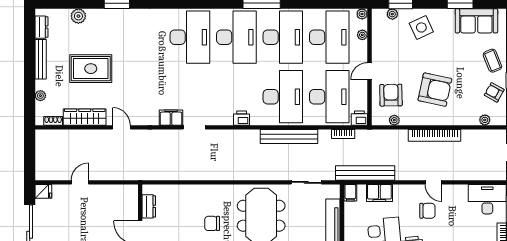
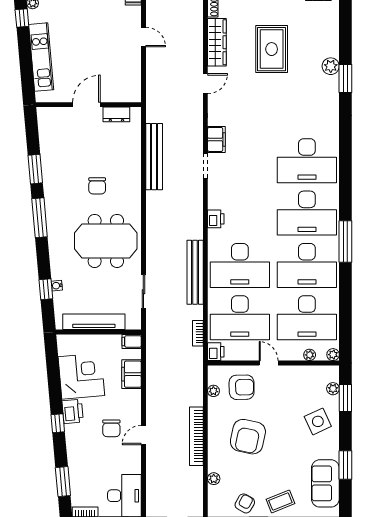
plant: (78, 16) -> (331, 66), moved
plant: (485, 120) -> (214, 479), moved
bench: (365, 173) -> (154, 157), moved
chair: (212, 223) -> (97, 186), turned 180

